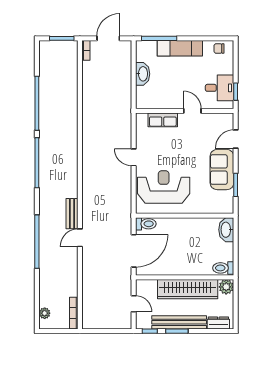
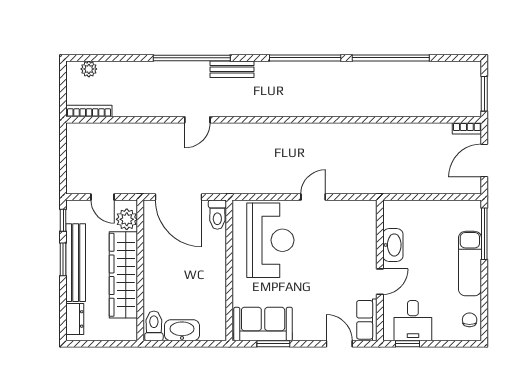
door: (108, 38) -> (484, 161), swing flipped
washbasin: (143, 74) -> (393, 245), moved, turned -90
row of seats: (163, 120) -> (367, 320), moved
sofa: (222, 170) -> (263, 324), moved
bench: (72, 214) -> (232, 69), moved
washbasin: (226, 230) -> (182, 330), moved
door: (80, 238) -> (197, 120), swing flipped
plant: (226, 287) -> (127, 219), moved
door: (134, 304) -> (102, 197), hinge flipped

